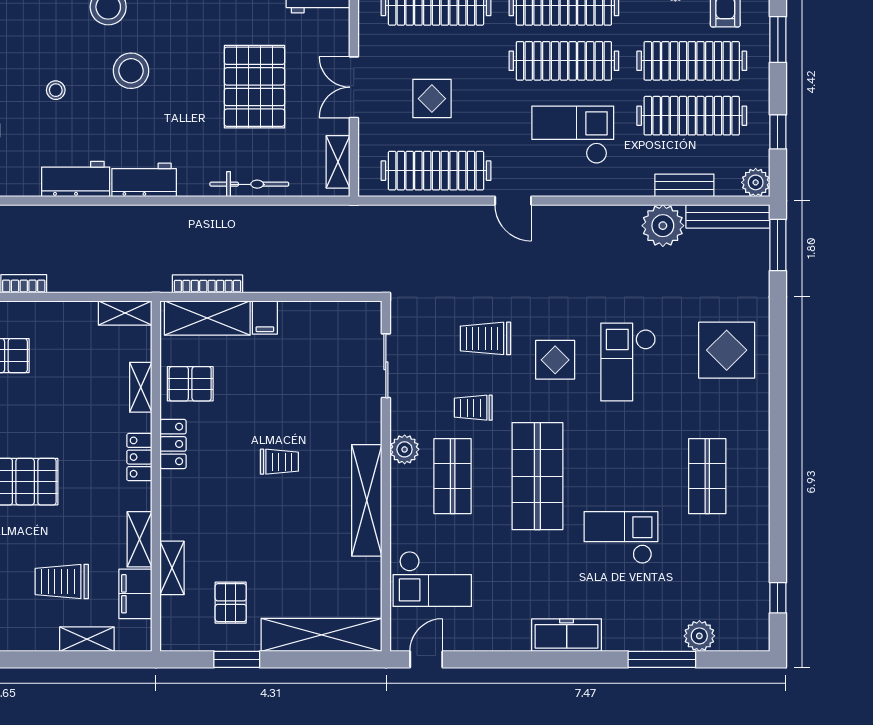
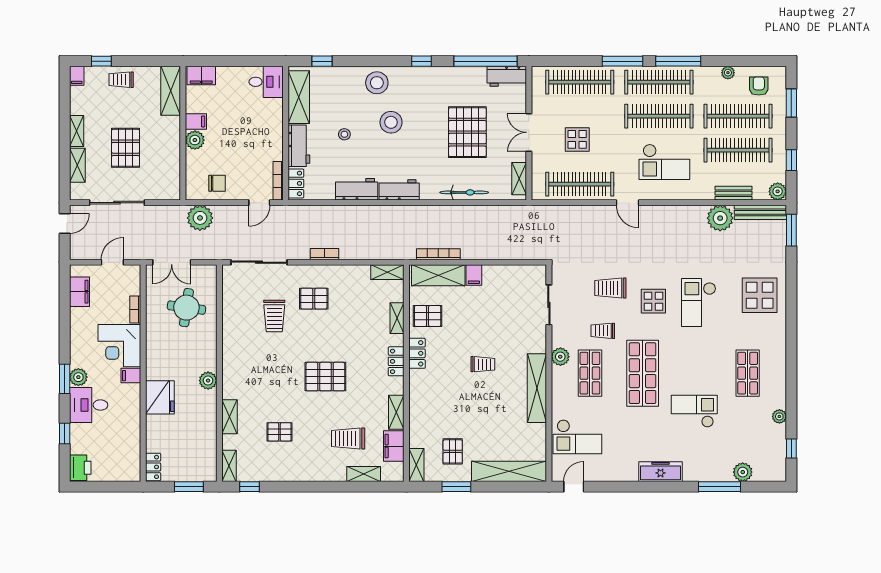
checkout: (573, 135) -> (664, 162), turned 180
plant: (758, 546) -> (779, 416), added
shelving: (172, 568) -> (416, 465), moved

